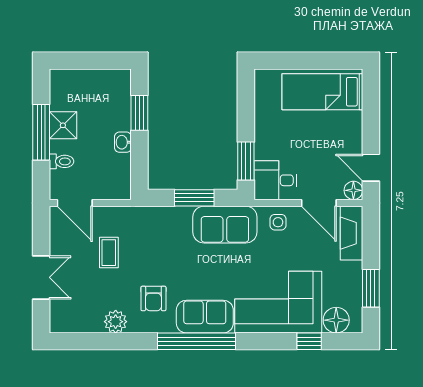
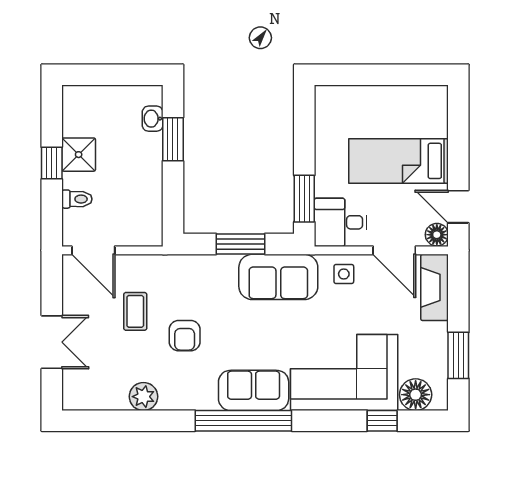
bed: (322, 92) -> (398, 161), moved
window: (41, 132) -> (52, 163), width x0.46
washbasin: (123, 142) -> (153, 119), moved
armchair: (153, 298) -> (185, 336), moved

